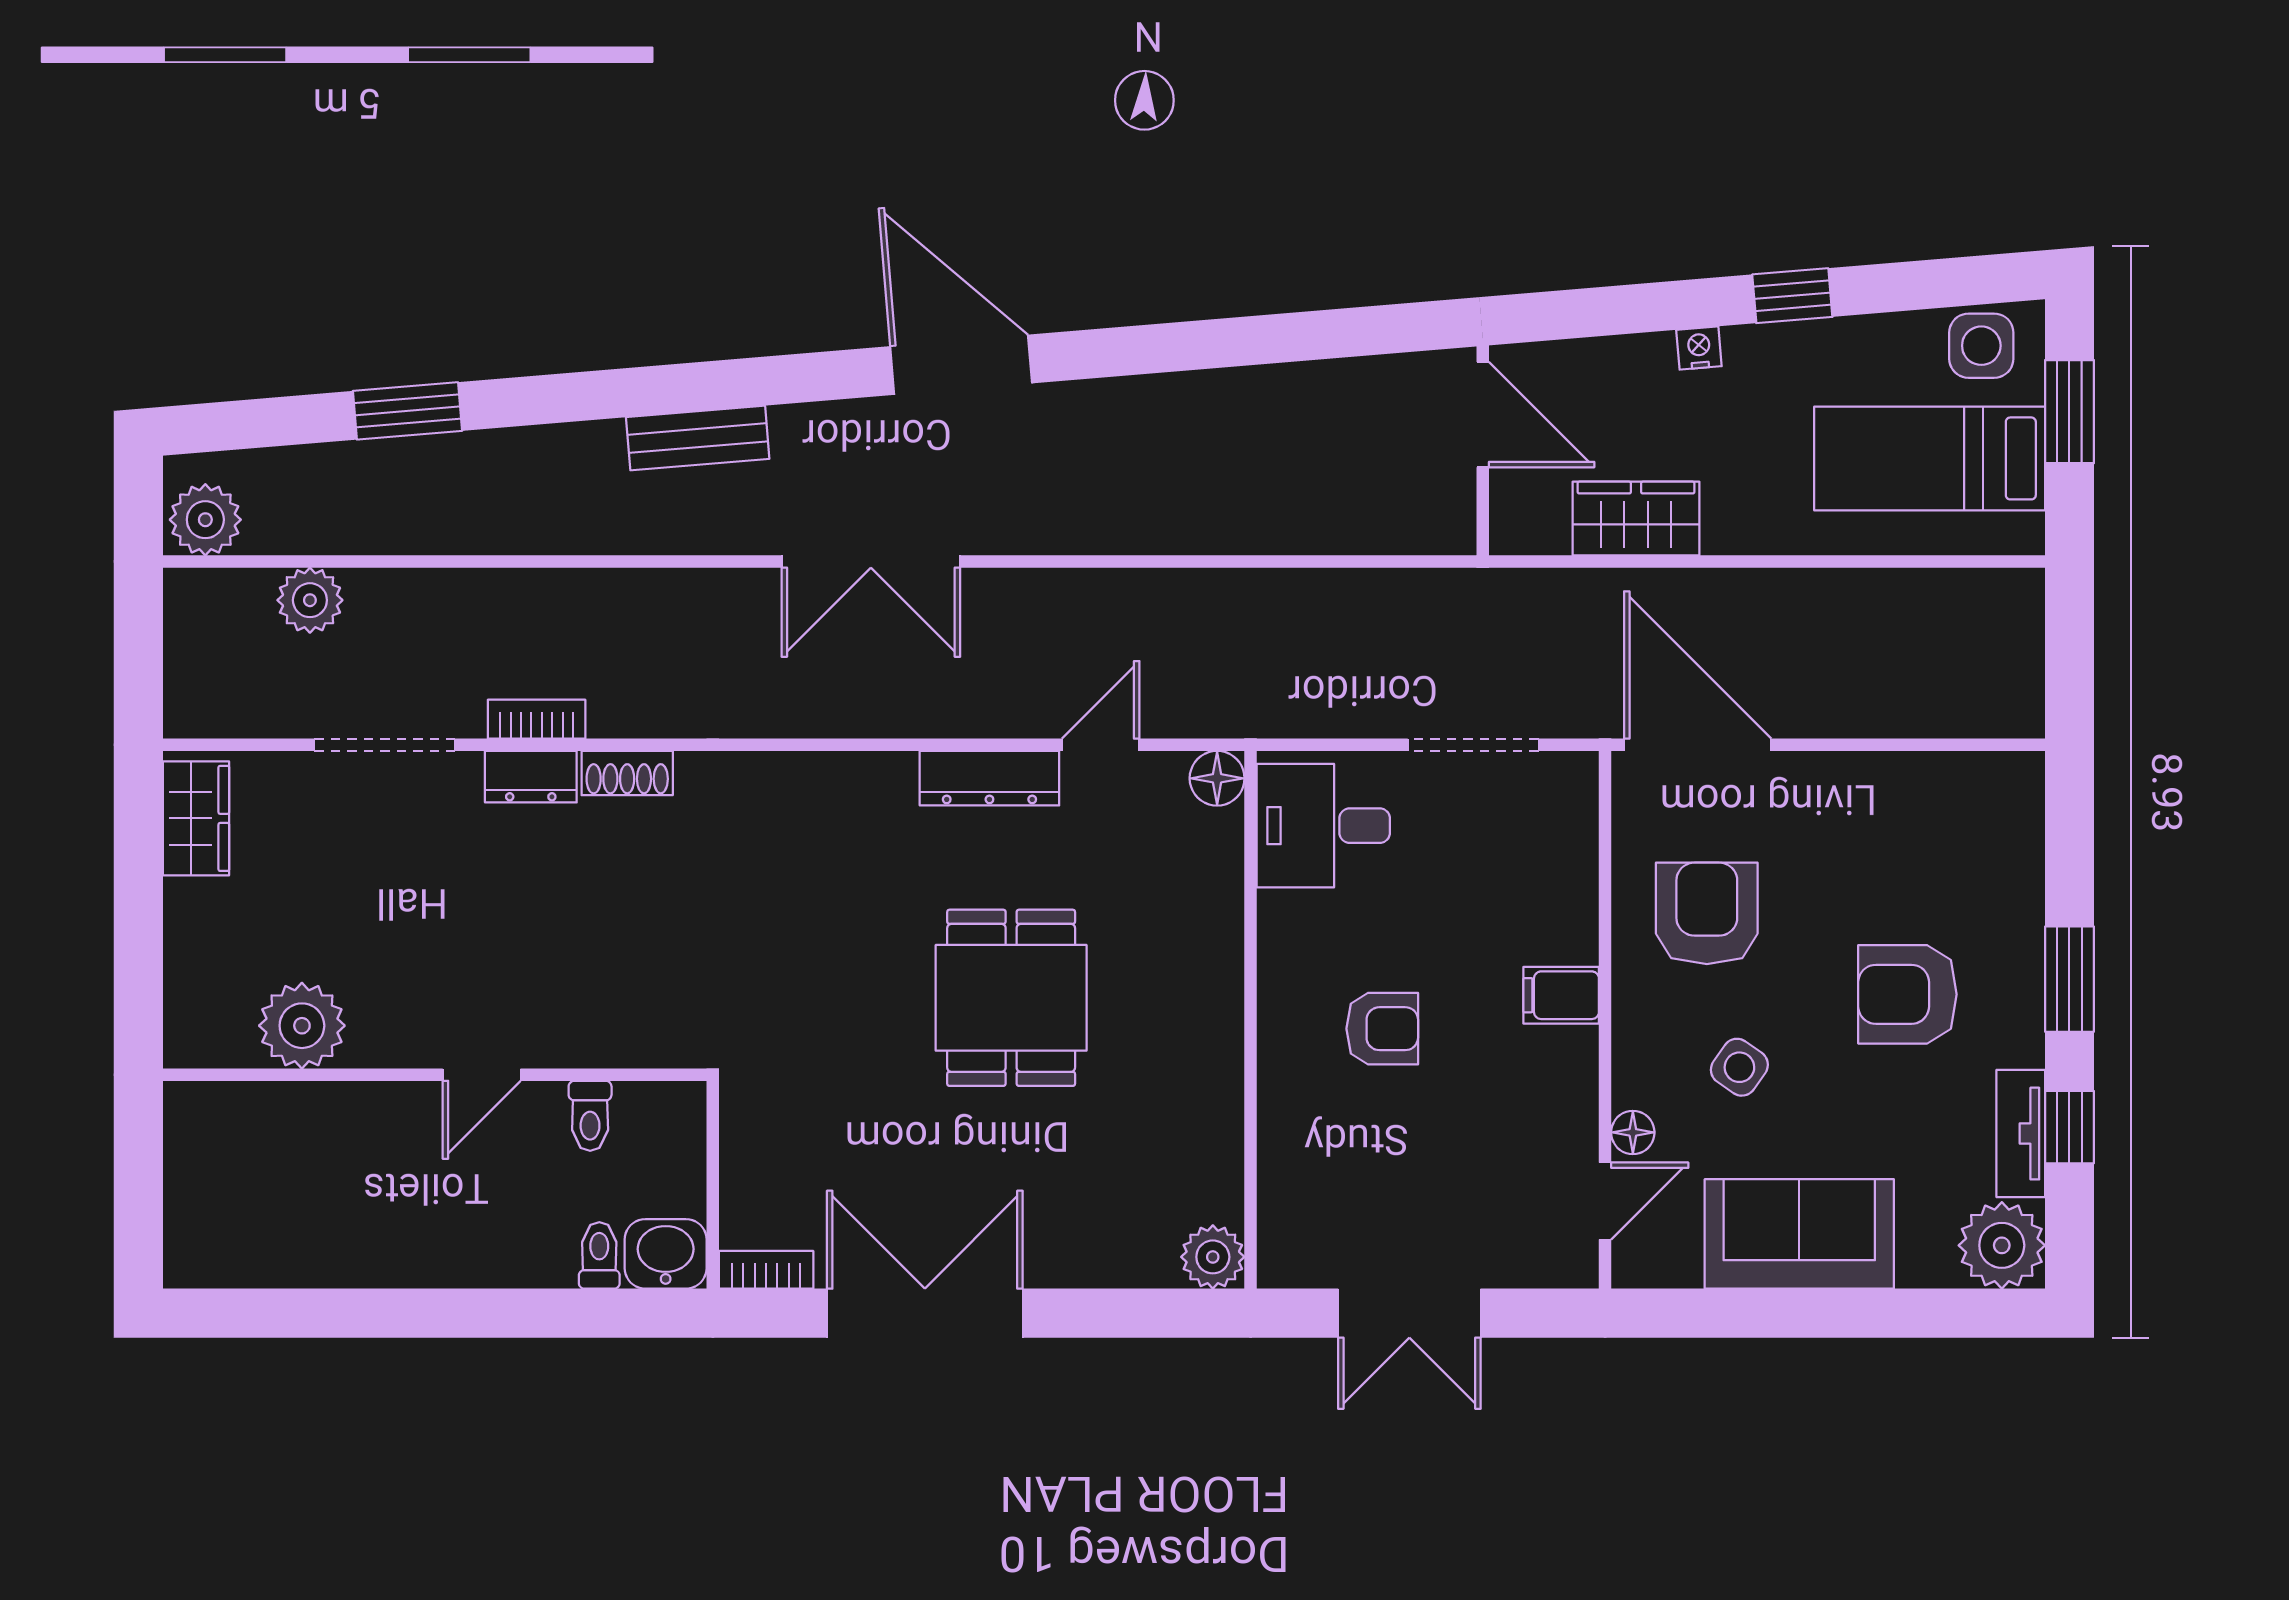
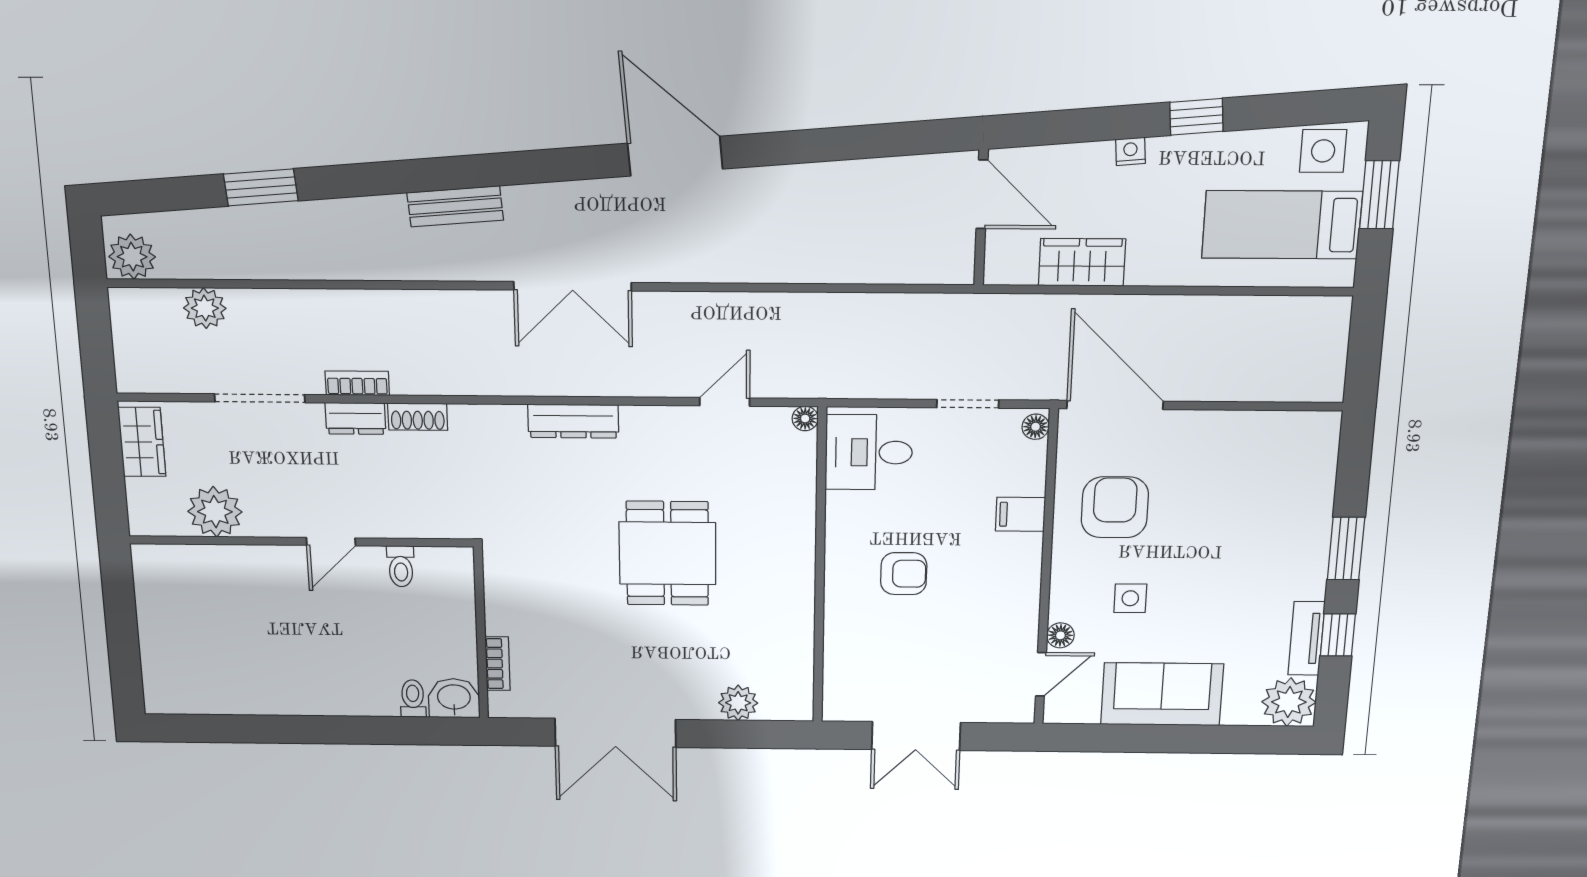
door: (961, 365) -> (675, 156), moved
doorway: (1473, 745) -> (968, 404), width x0.73
dresser: (989, 778) -> (573, 421), moved
floor lamp: (1217, 778) -> (805, 418), width x0.73, depth x0.73
floor lamp: (1578, 781) -> (1036, 427), added
armchair: (1907, 994) -> (1241, 557), removed
filing cabinet: (1561, 995) -> (1020, 514), moved
plant: (302, 1026) -> (215, 512), moved
side table: (1739, 1067) -> (1130, 598), turned -35
wall: (435, 1075) -> (301, 541), moved
door: (482, 1075) -> (331, 542), moved
toilet: (590, 1116) -> (401, 566), moved
plant: (1213, 1257) -> (738, 703), moved
bookcase: (766, 1270) -> (498, 664), moved, turned 90
double door: (925, 1313) -> (615, 733), swing flipped

